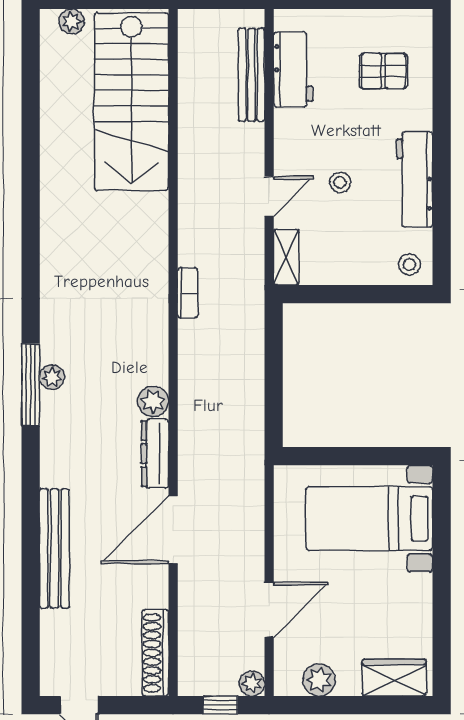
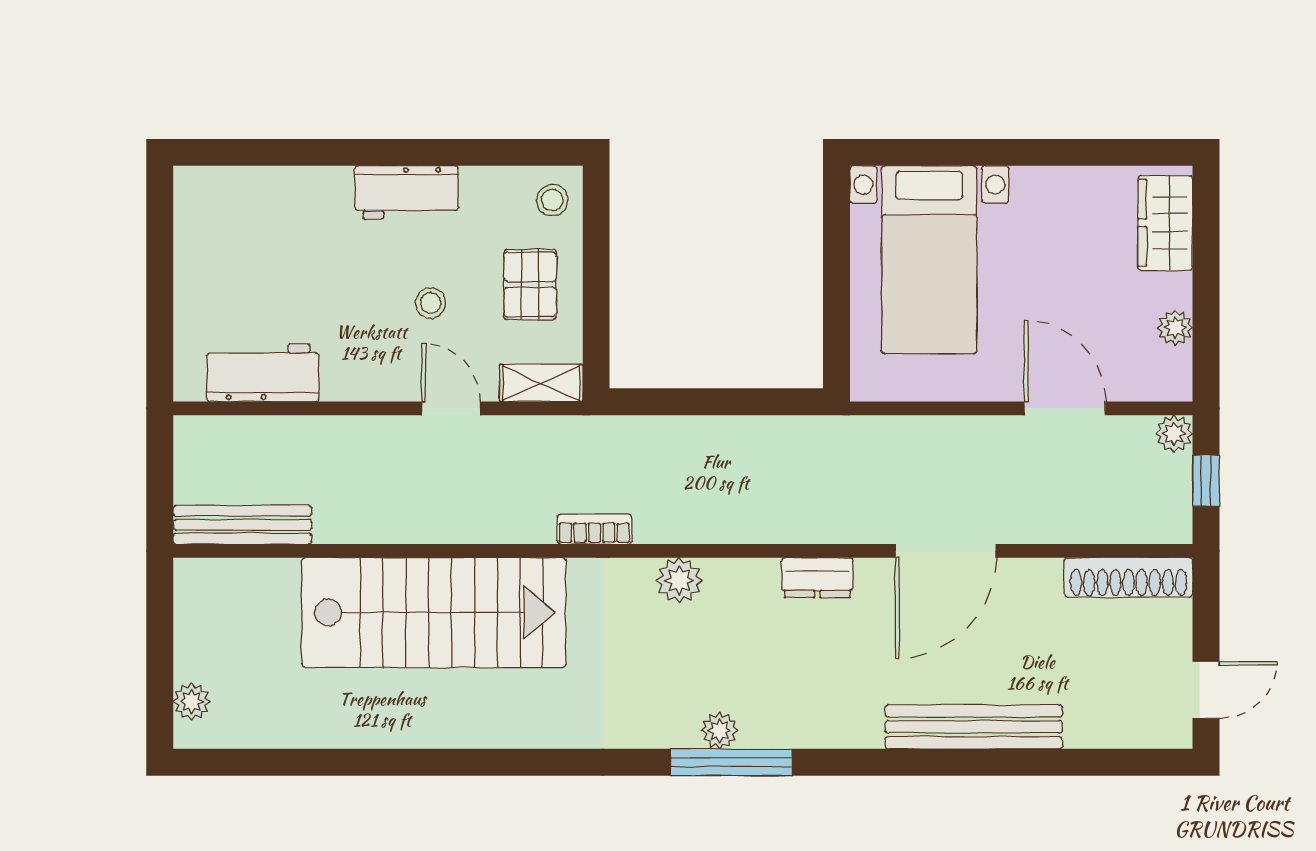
pallet: (383, 71) -> (530, 284), moved
bench: (252, 75) -> (242, 525), moved
stairs: (131, 102) -> (434, 613), moved
workbench: (415, 179) -> (407, 192), width x0.73
plant: (153, 401) -> (679, 580), moved
dresser: (155, 454) -> (817, 578), width x0.70
door: (173, 530) -> (946, 551), hinge flipped
plant: (319, 680) -> (1175, 328), width x0.73, depth x0.73

